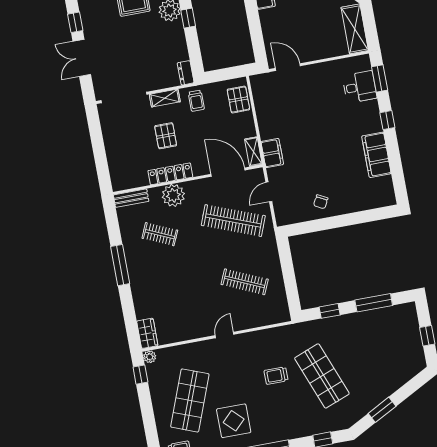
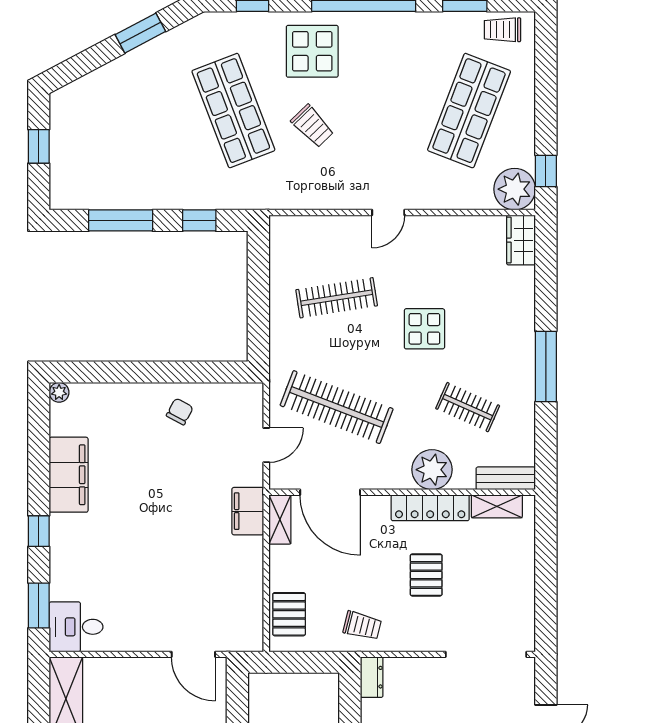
desk: (360, 87) -> (76, 627), moved
shelving: (165, 98) -> (497, 506), moved
trolley: (196, 101) -> (362, 626), turned 104
plant: (390, 200) -> (59, 392), added
display table: (192, 274) -> (424, 329), added
clothes rail: (245, 282) -> (337, 298), turned -33
plant: (150, 357) -> (515, 189), width x1.88, depth x1.88
trolley: (276, 376) -> (312, 126), turned 46
display table: (234, 421) -> (312, 51), moved

